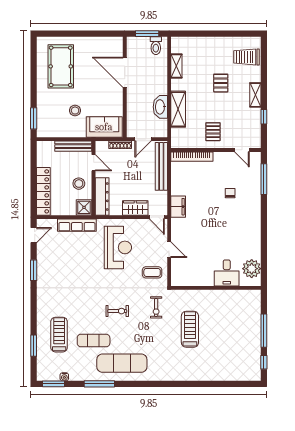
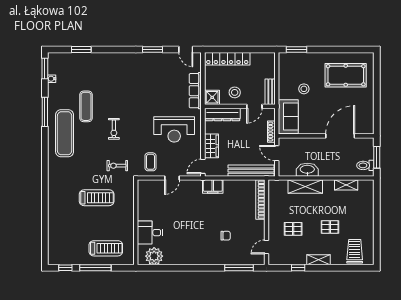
pallet: (213, 132) -> (293, 229), moved
bench: (73, 146) -> (270, 92), width x0.73
treadmill: (59, 335) -> (106, 248), moved

